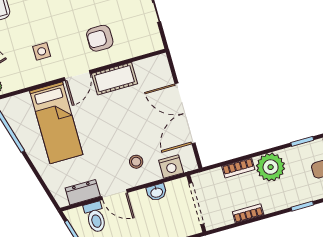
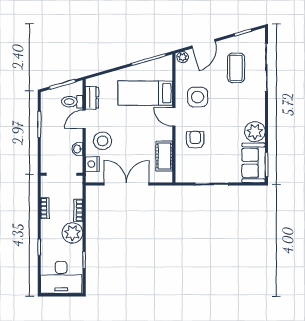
side table: (42, 51) -> (198, 97), width x1.87, depth x1.87
cot: (114, 79) -> (164, 156), moved
stool: (136, 162) -> (103, 141), width x1.89, depth x1.89

